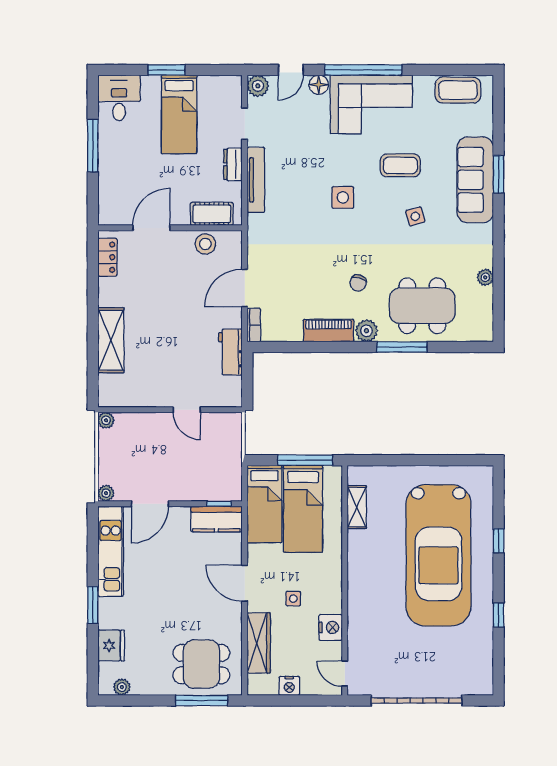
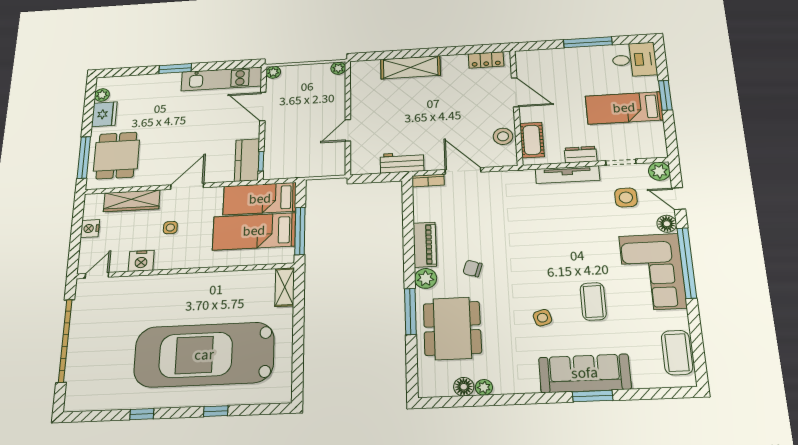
side table: (343, 197) -> (626, 197), moved
floor lamp: (484, 297) -> (464, 387), added
shelving: (357, 507) -> (285, 287), moved, turned 90
fridge: (111, 646) -> (104, 114), moved, turned -90

